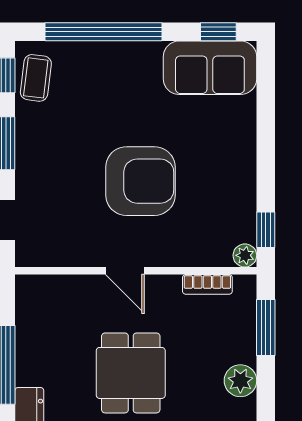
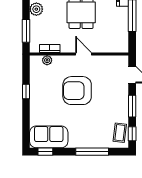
window: (104, 32) -> (92, 152), width x0.68
window: (266, 230) -> (26, 92), moved
plant: (245, 255) -> (47, 60), moved

